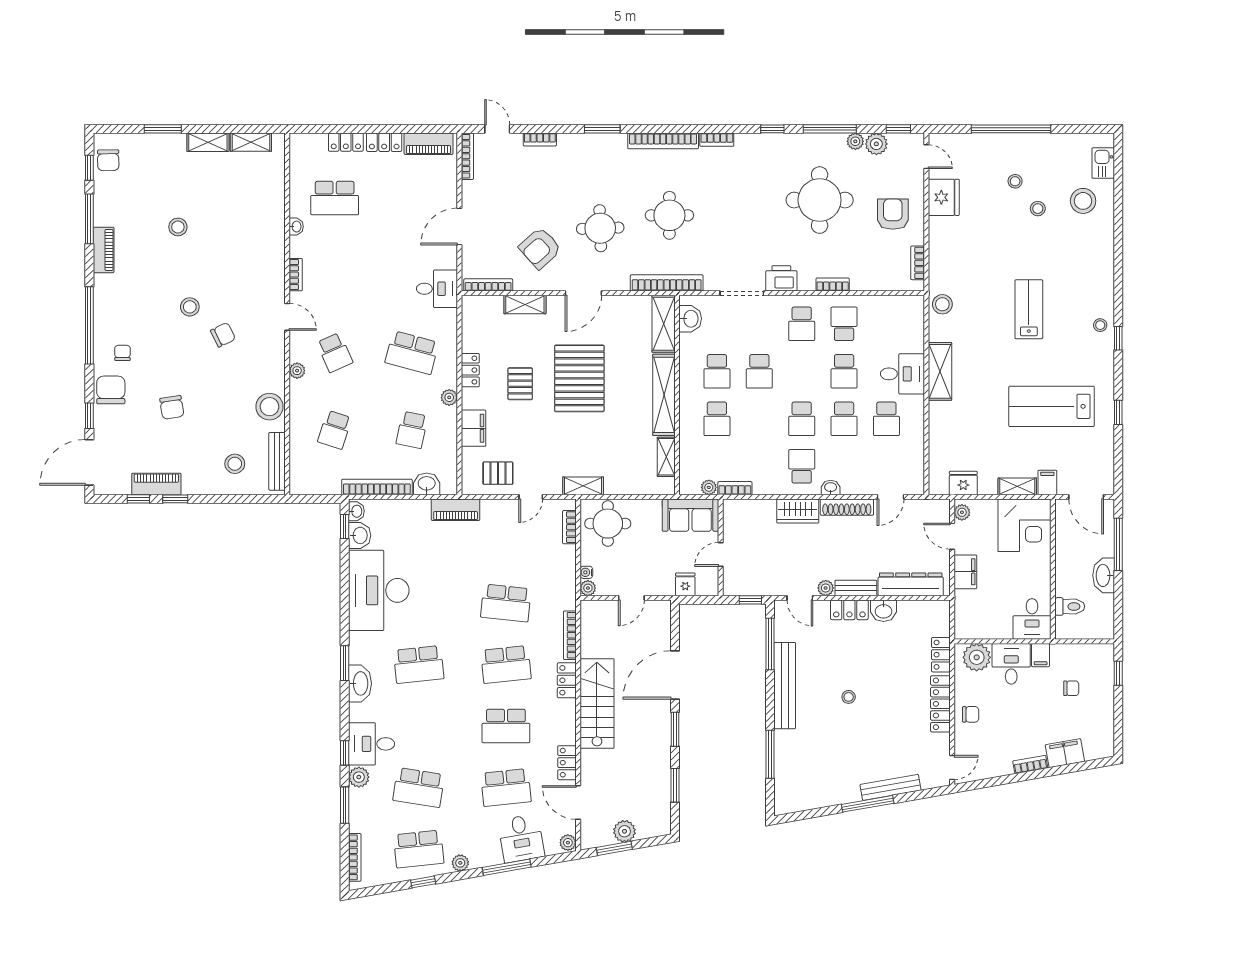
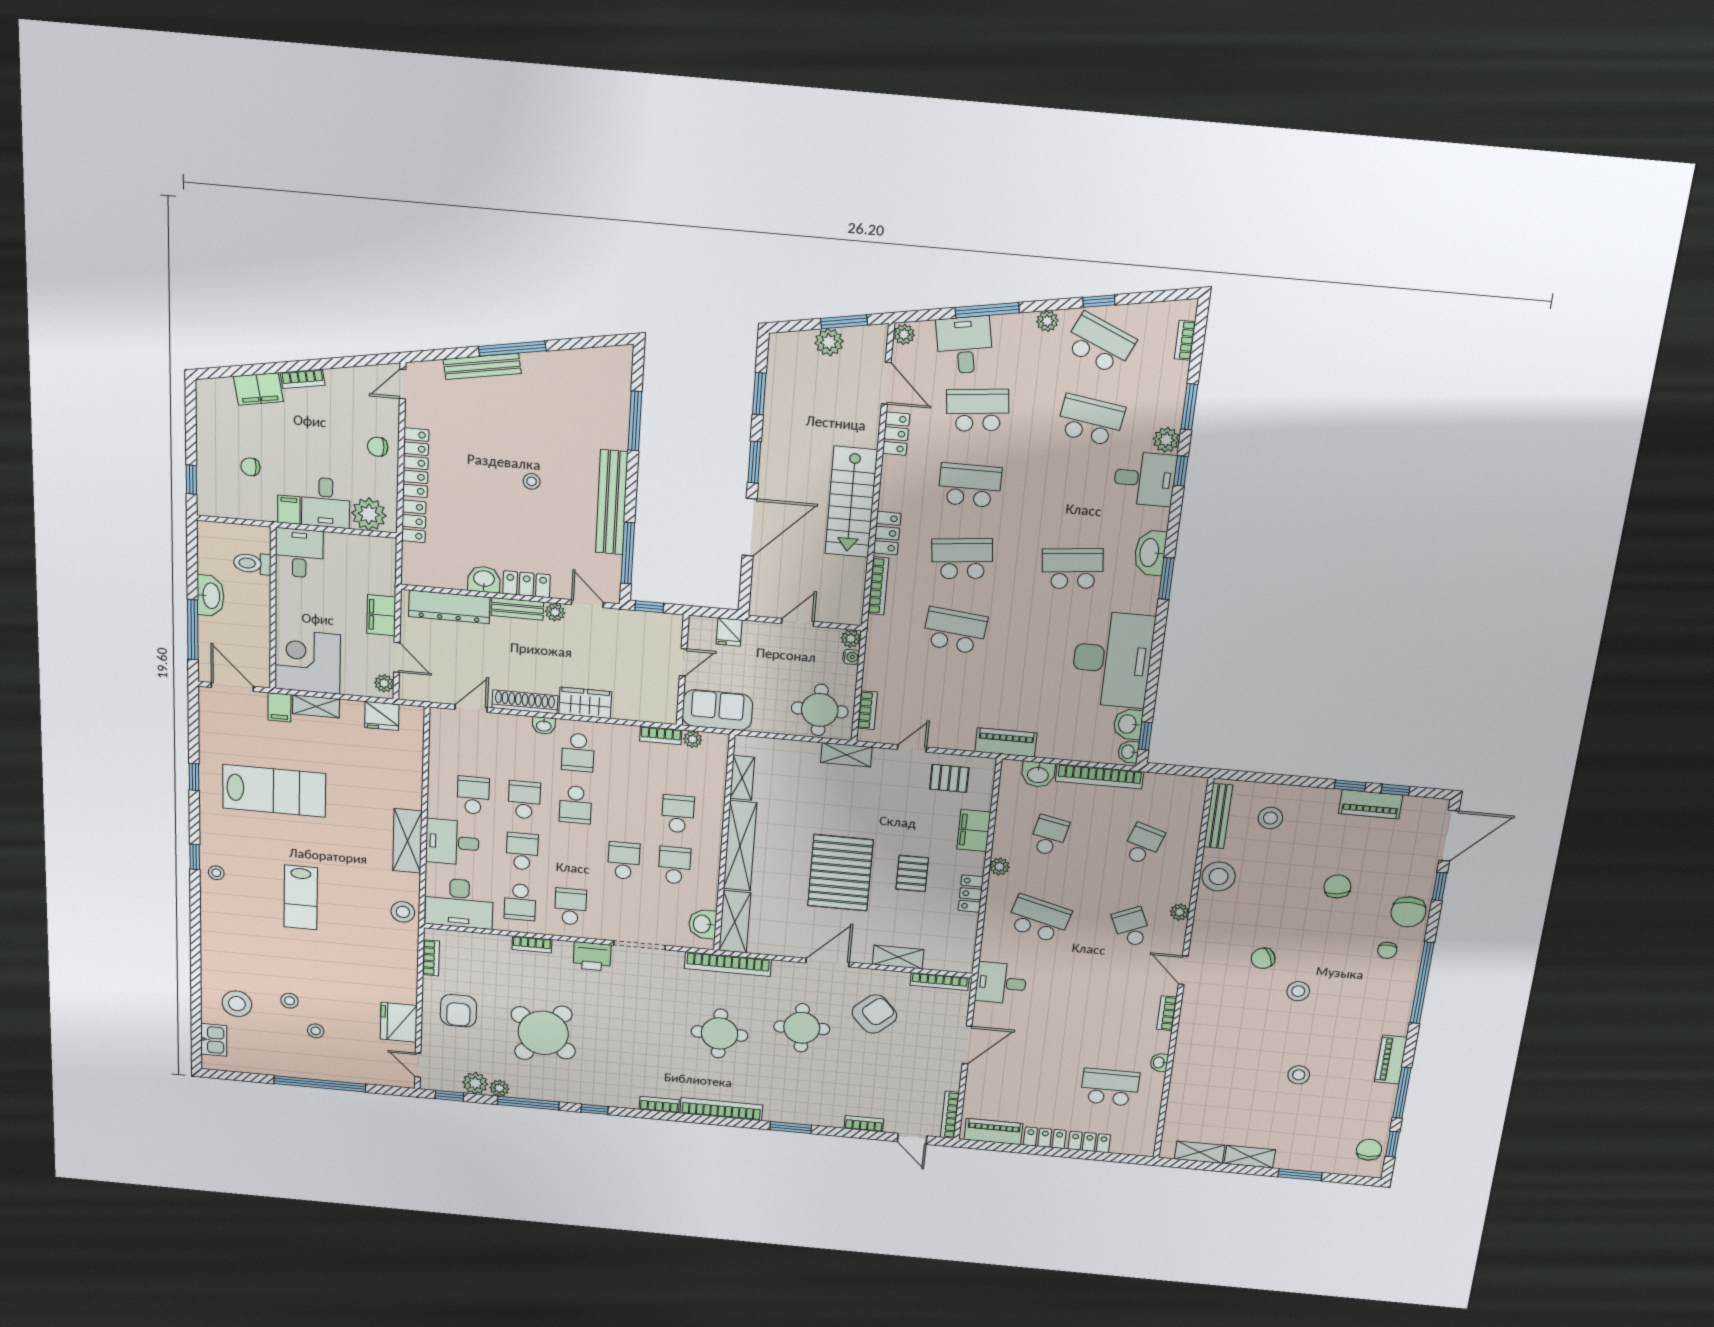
round table: (820, 200) -> (543, 1033), turned 38
desk: (895, 317) -> (459, 903), added
school desk: (802, 419) -> (575, 805), turned 180
school desk: (419, 849) -> (1100, 343), turned 30
bookcase: (355, 857) -> (1185, 340), width x0.64

